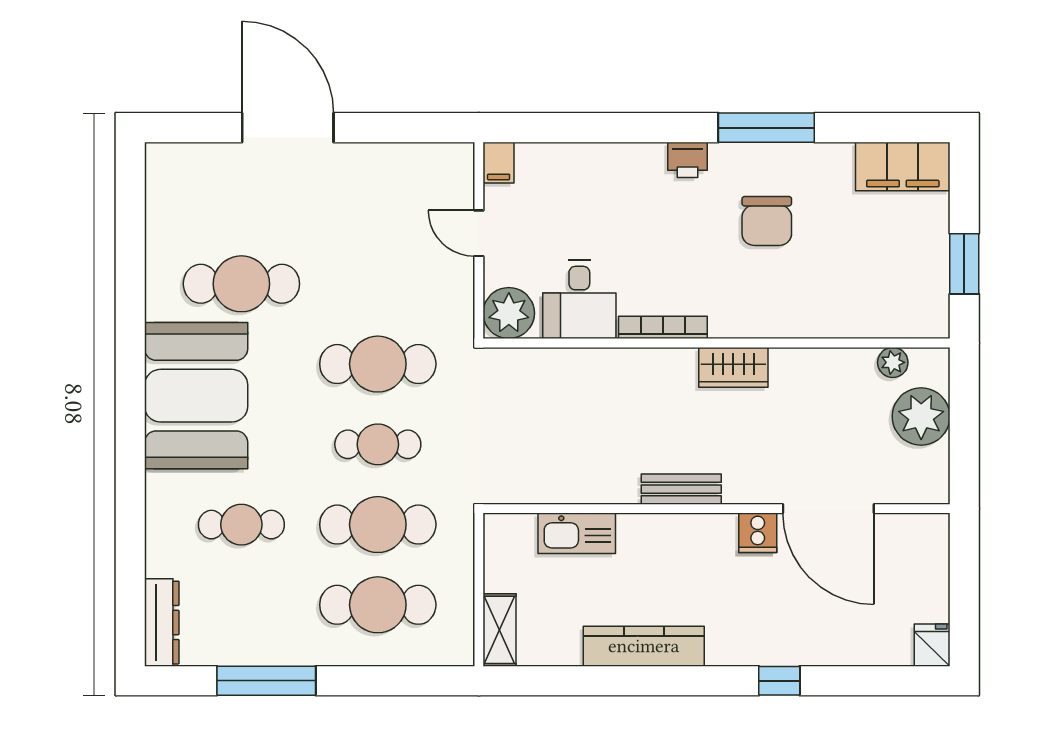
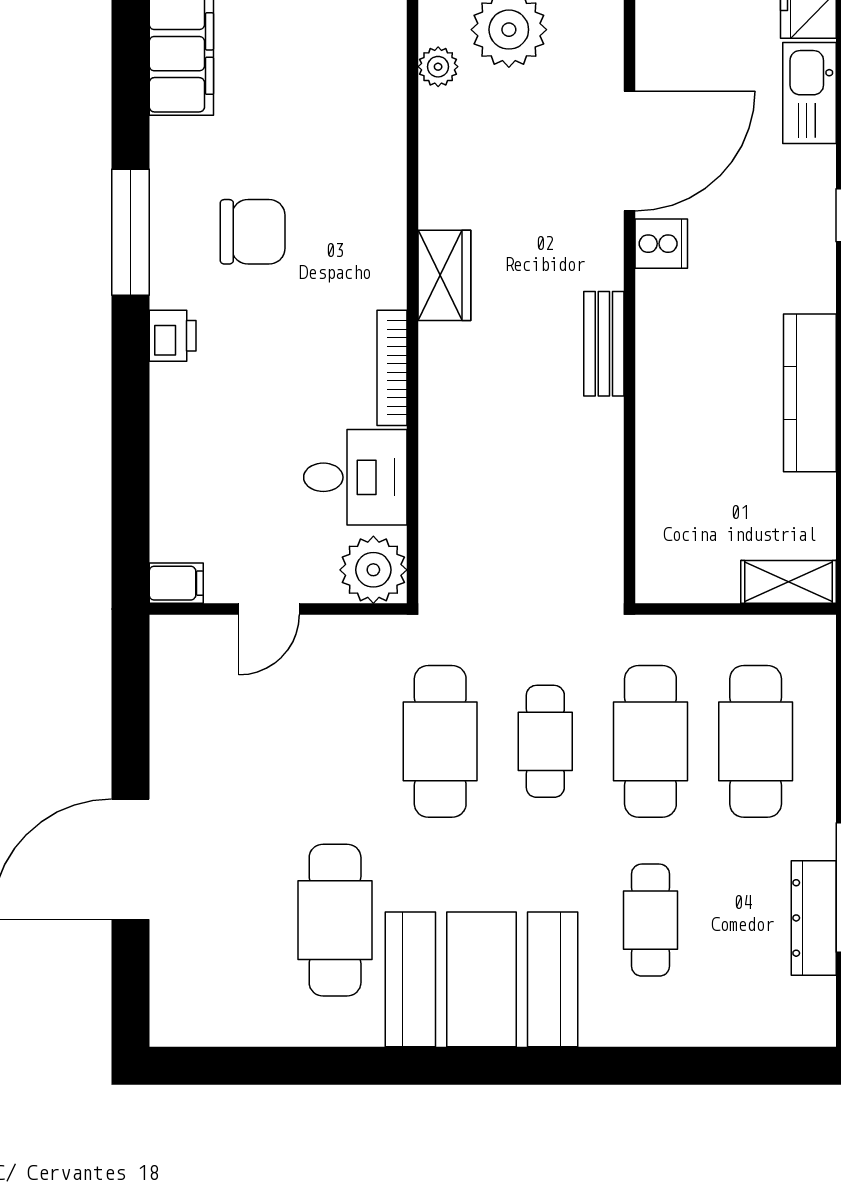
kitchen sink: (577, 533) -> (809, 93), moved, turned 180
dresser: (162, 623) -> (814, 918), moved, turned -90

